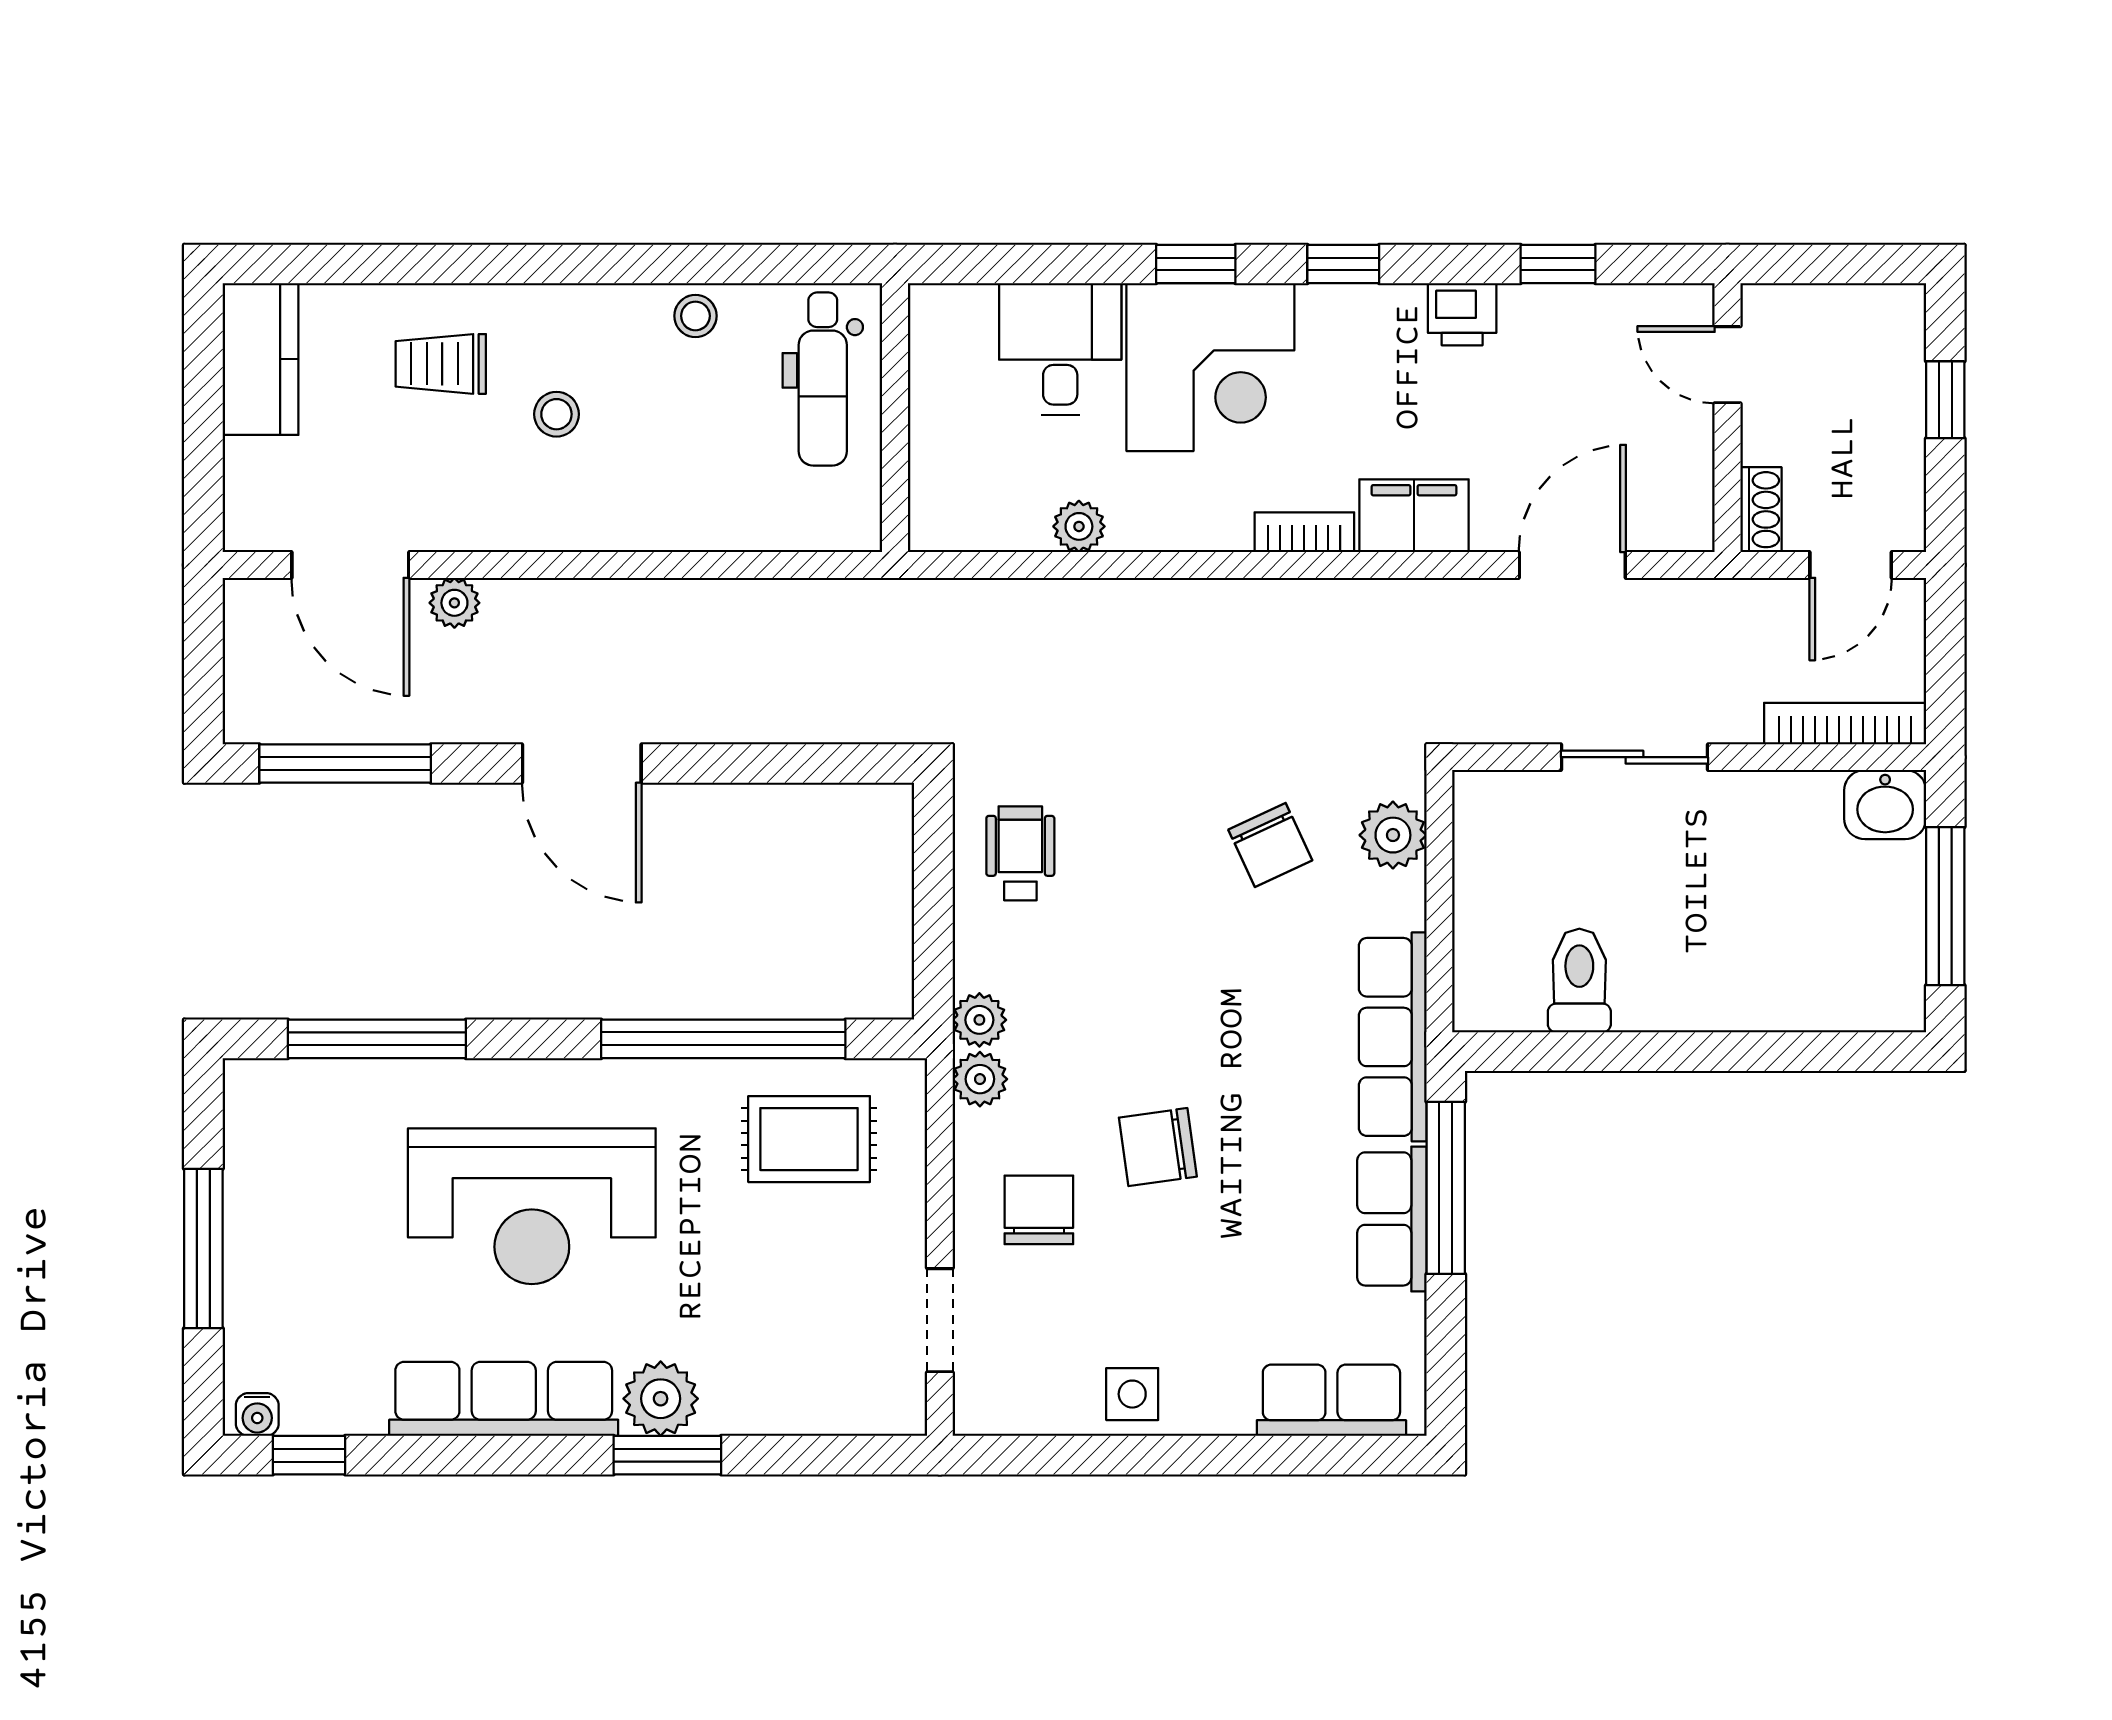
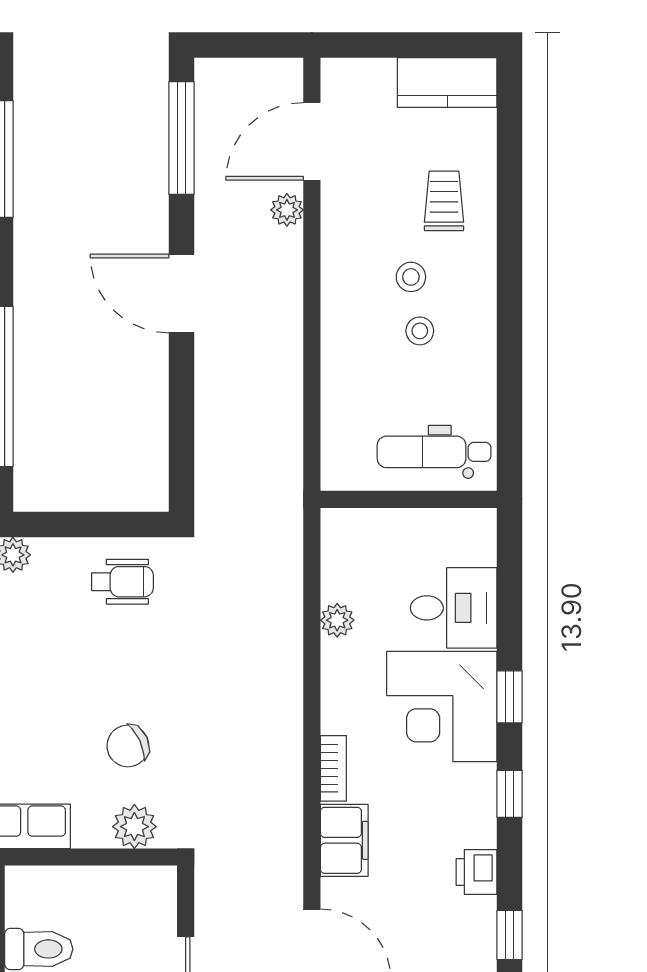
stool: (695, 316) -> (420, 331), moved
door: (582, 764) -> (181, 293), hinge flipped

